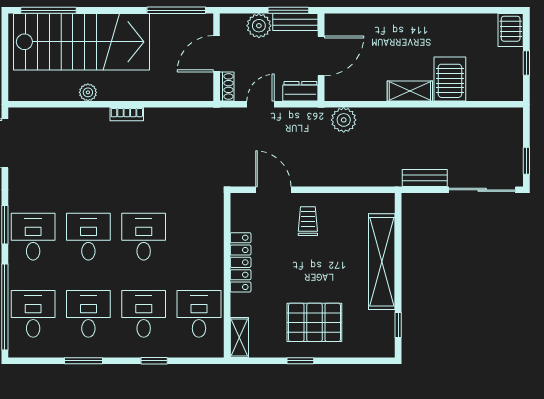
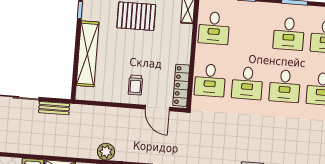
locker: (241, 262) -> (181, 85), moved
desk: (144, 314) -> (210, 80), moved

